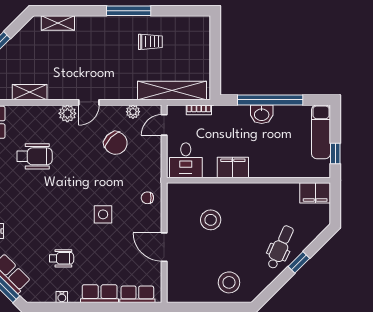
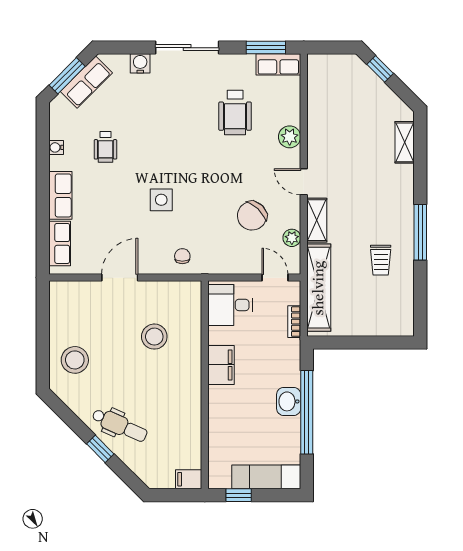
shelving: (30, 92) -> (317, 220), moved
plant: (67, 113) -> (290, 137), moved
filing cabinet: (315, 193) -> (189, 479), width x0.50

